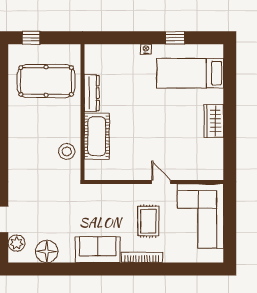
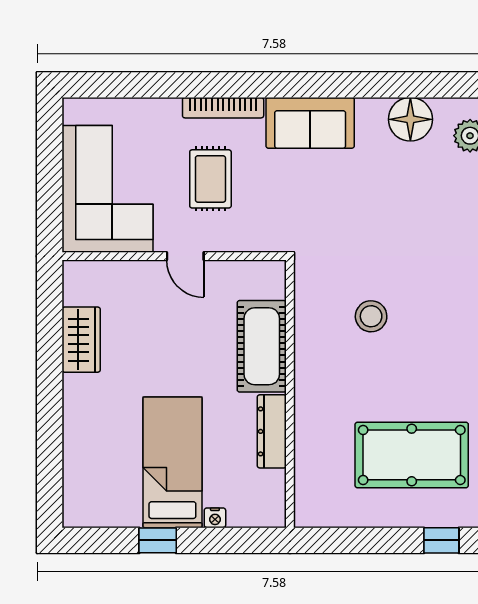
bed: (190, 73) -> (172, 462), moved, turned -90
dresser: (92, 93) -> (272, 431), moved
wall: (82, 112) -> (290, 394), moved
wardrobe: (214, 121) -> (81, 340), moved
cot: (97, 136) -> (262, 346), moved

